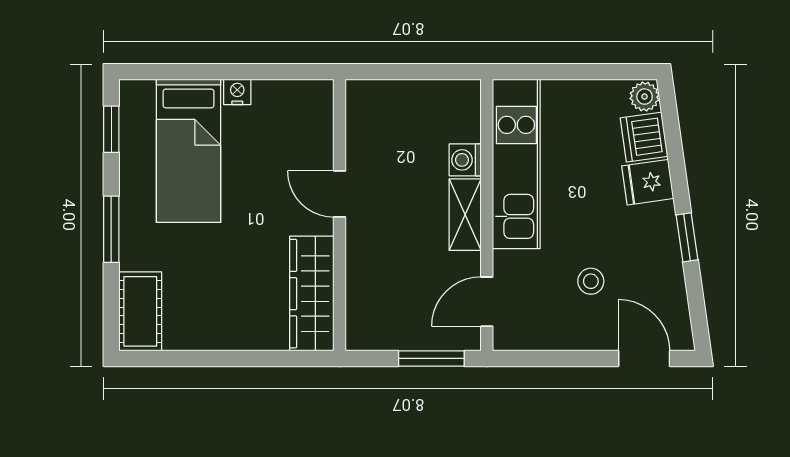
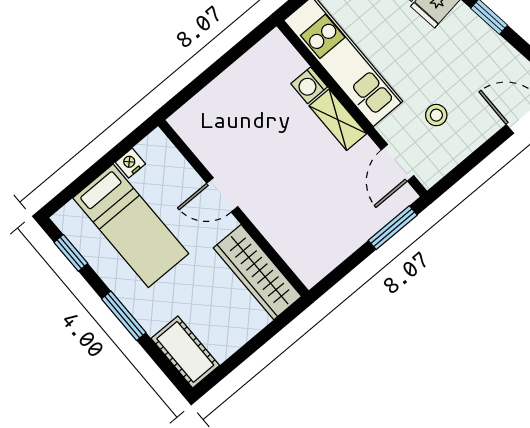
door: (340, 194) -> (222, 195), moved
wall: (340, 215) -> (233, 208), moved
stool: (591, 281) -> (436, 115), moved
wardrobe: (312, 294) -> (257, 272), moved

